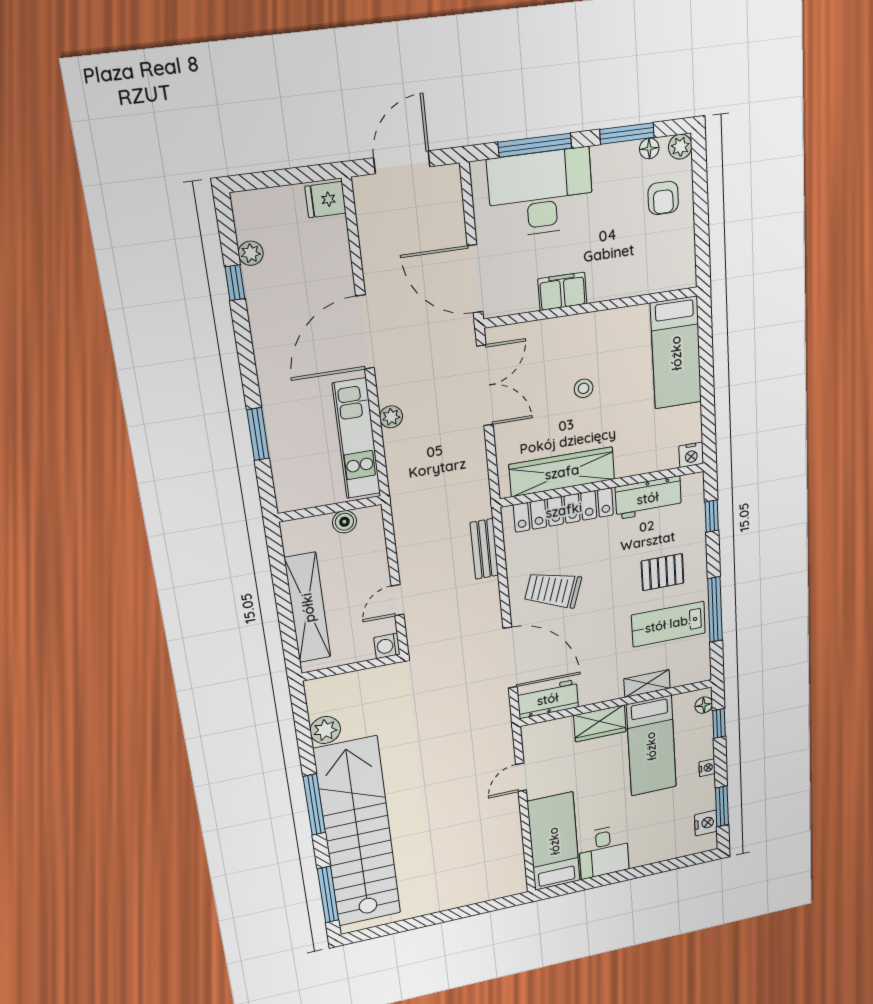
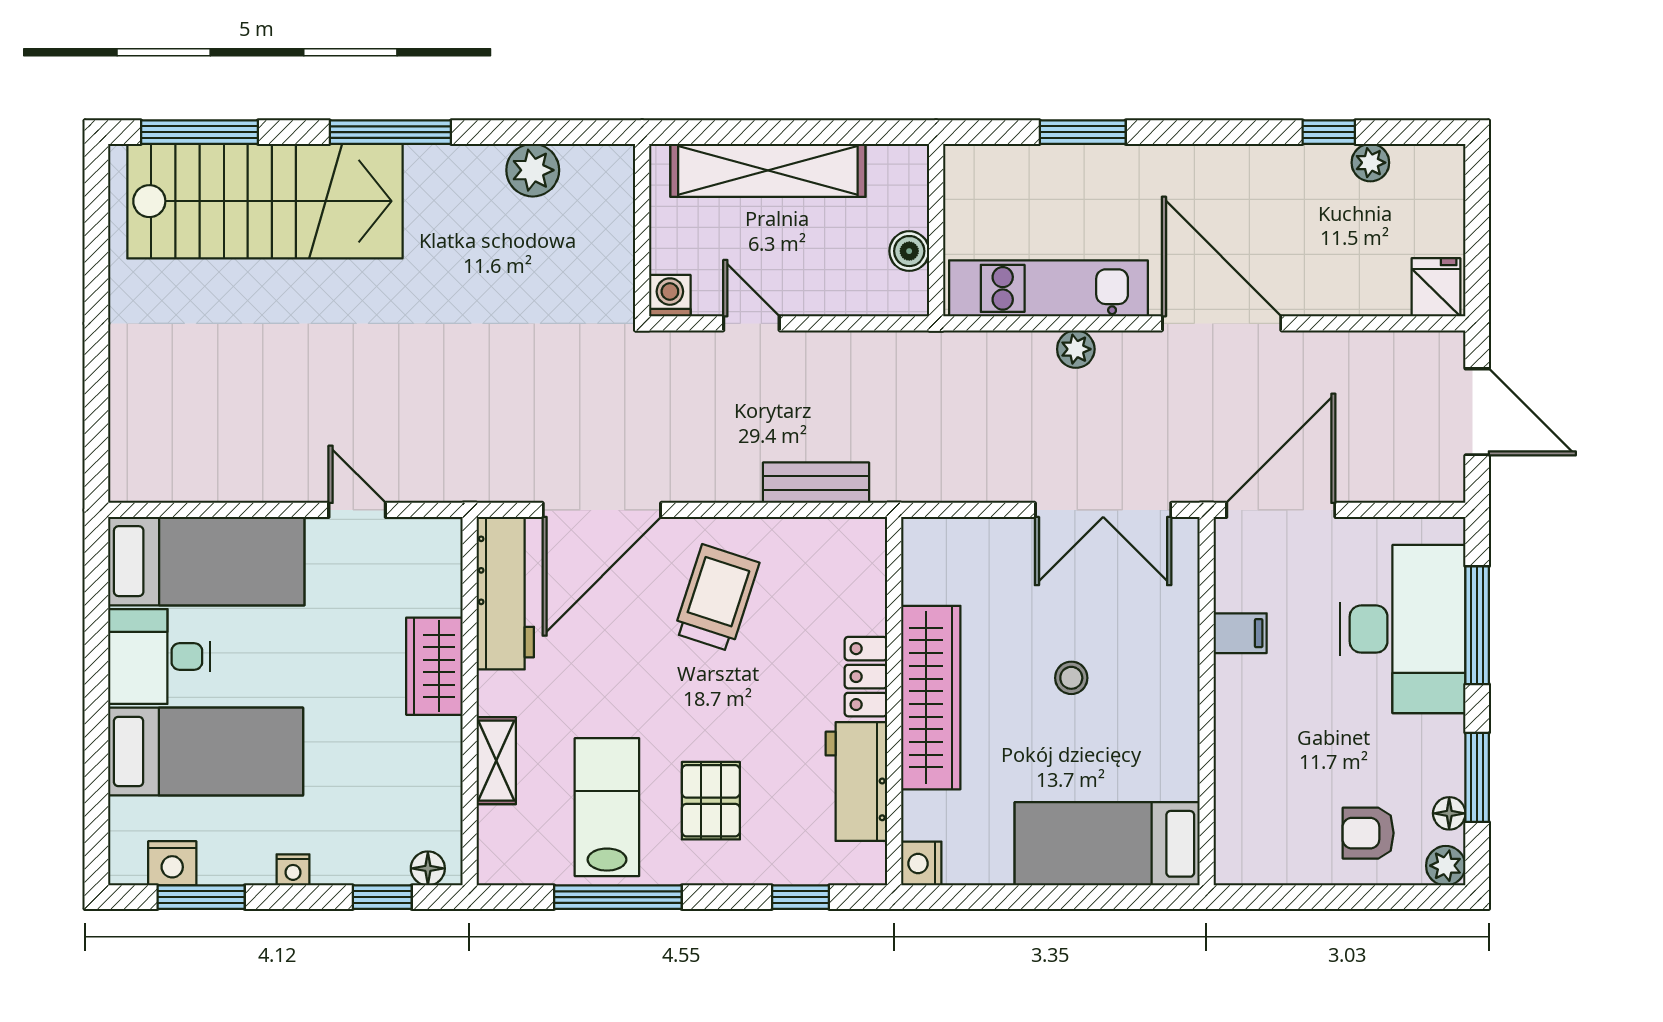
filing cabinet: (562, 291) -> (1240, 633), width x0.50
wardrobe: (562, 472) -> (931, 698), moved
locker: (564, 510) -> (866, 677), width x0.46, depth x0.83
workbench: (548, 699) -> (505, 593), width x1.38
bed: (651, 746) -> (206, 752), moved, turned 180
stairs: (358, 833) -> (265, 201), width x0.73

